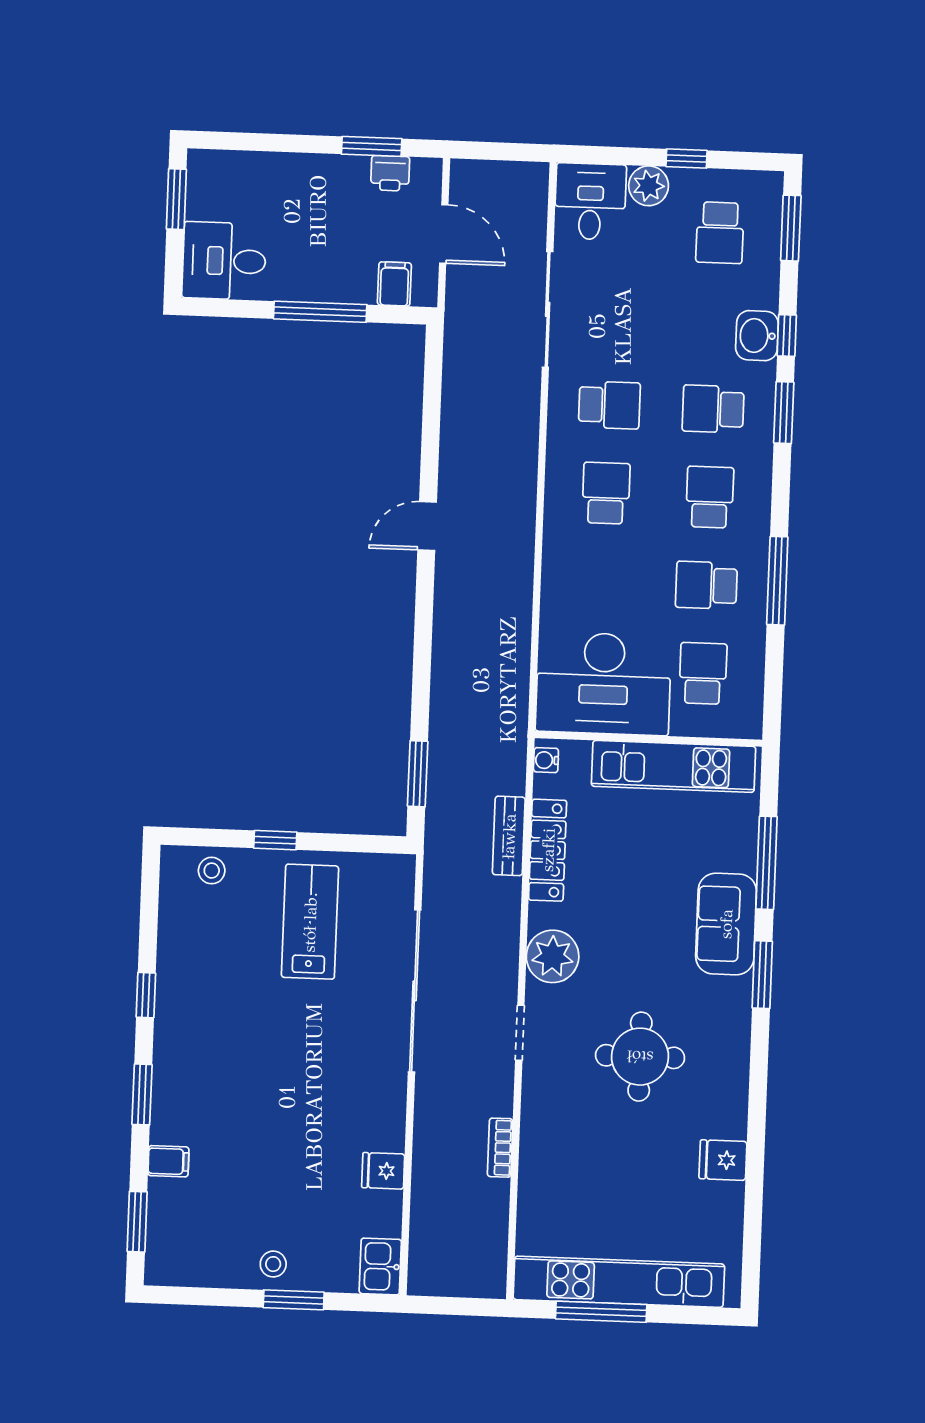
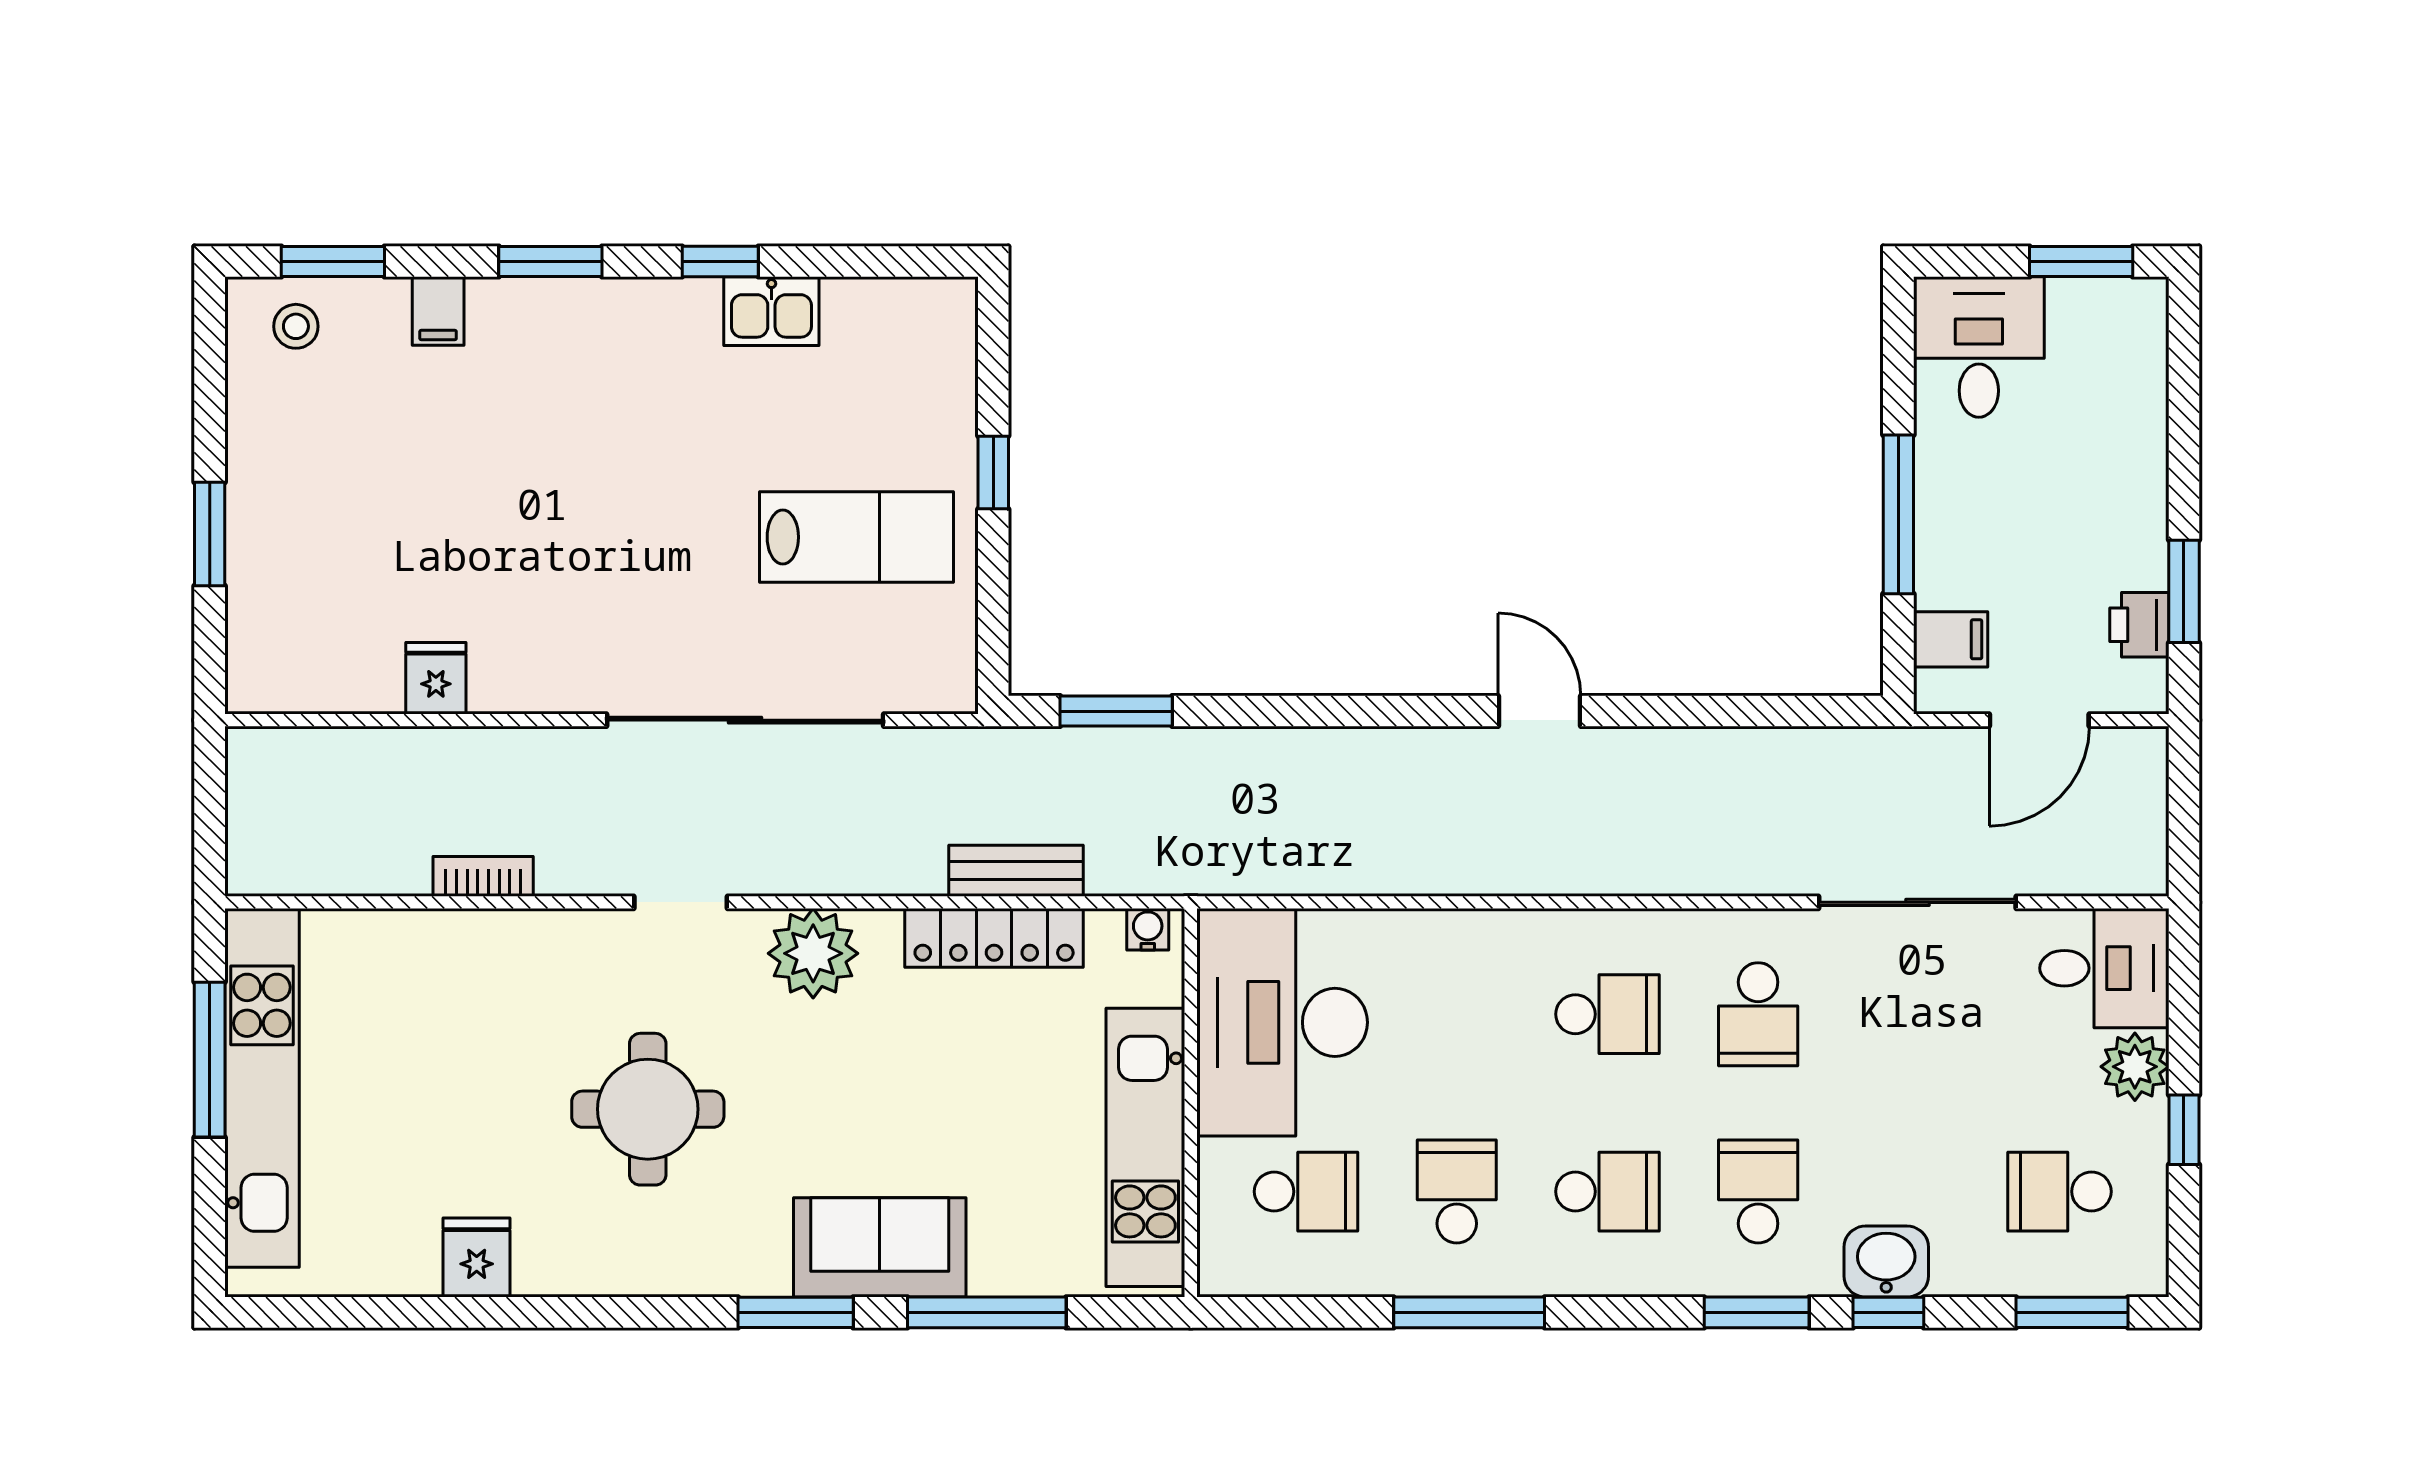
stool: (212, 871) -> (937, 366), removed
stool: (273, 1264) -> (296, 326), moved
kitchen sink: (380, 1266) -> (771, 311), moved, turned 180

